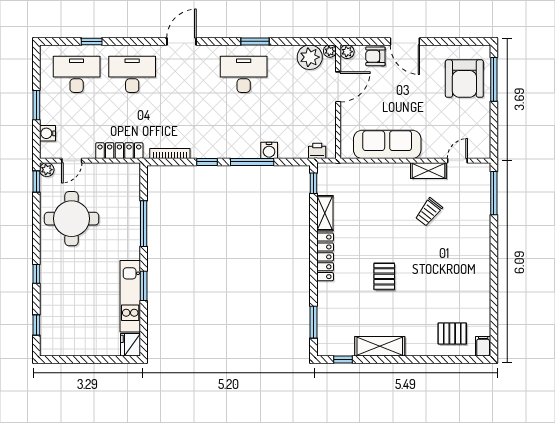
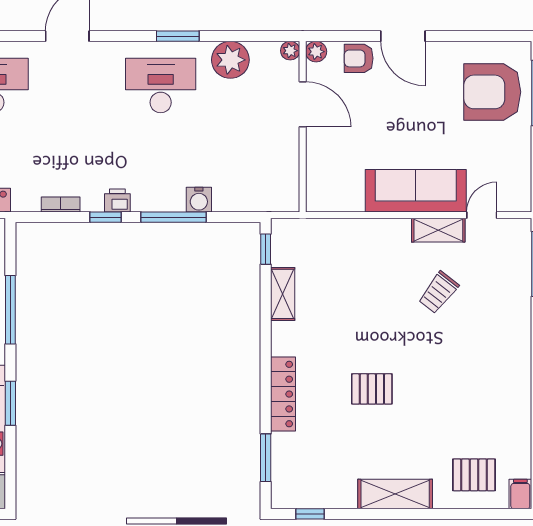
plant: (310, 57) -> (230, 60), moved
armchair: (464, 79) -> (492, 92), turned 90
door: (338, 87) -> (303, 104), hinge flipped
sofa: (387, 144) -> (416, 191), moved
printer: (317, 151) -> (117, 201), moved
bookcase: (170, 154) -> (61, 204), width x0.64
locker: (325, 257) -> (283, 394), moved
pallet: (384, 276) -> (372, 389), turned 90
shelving: (380, 346) -> (395, 494), moved

